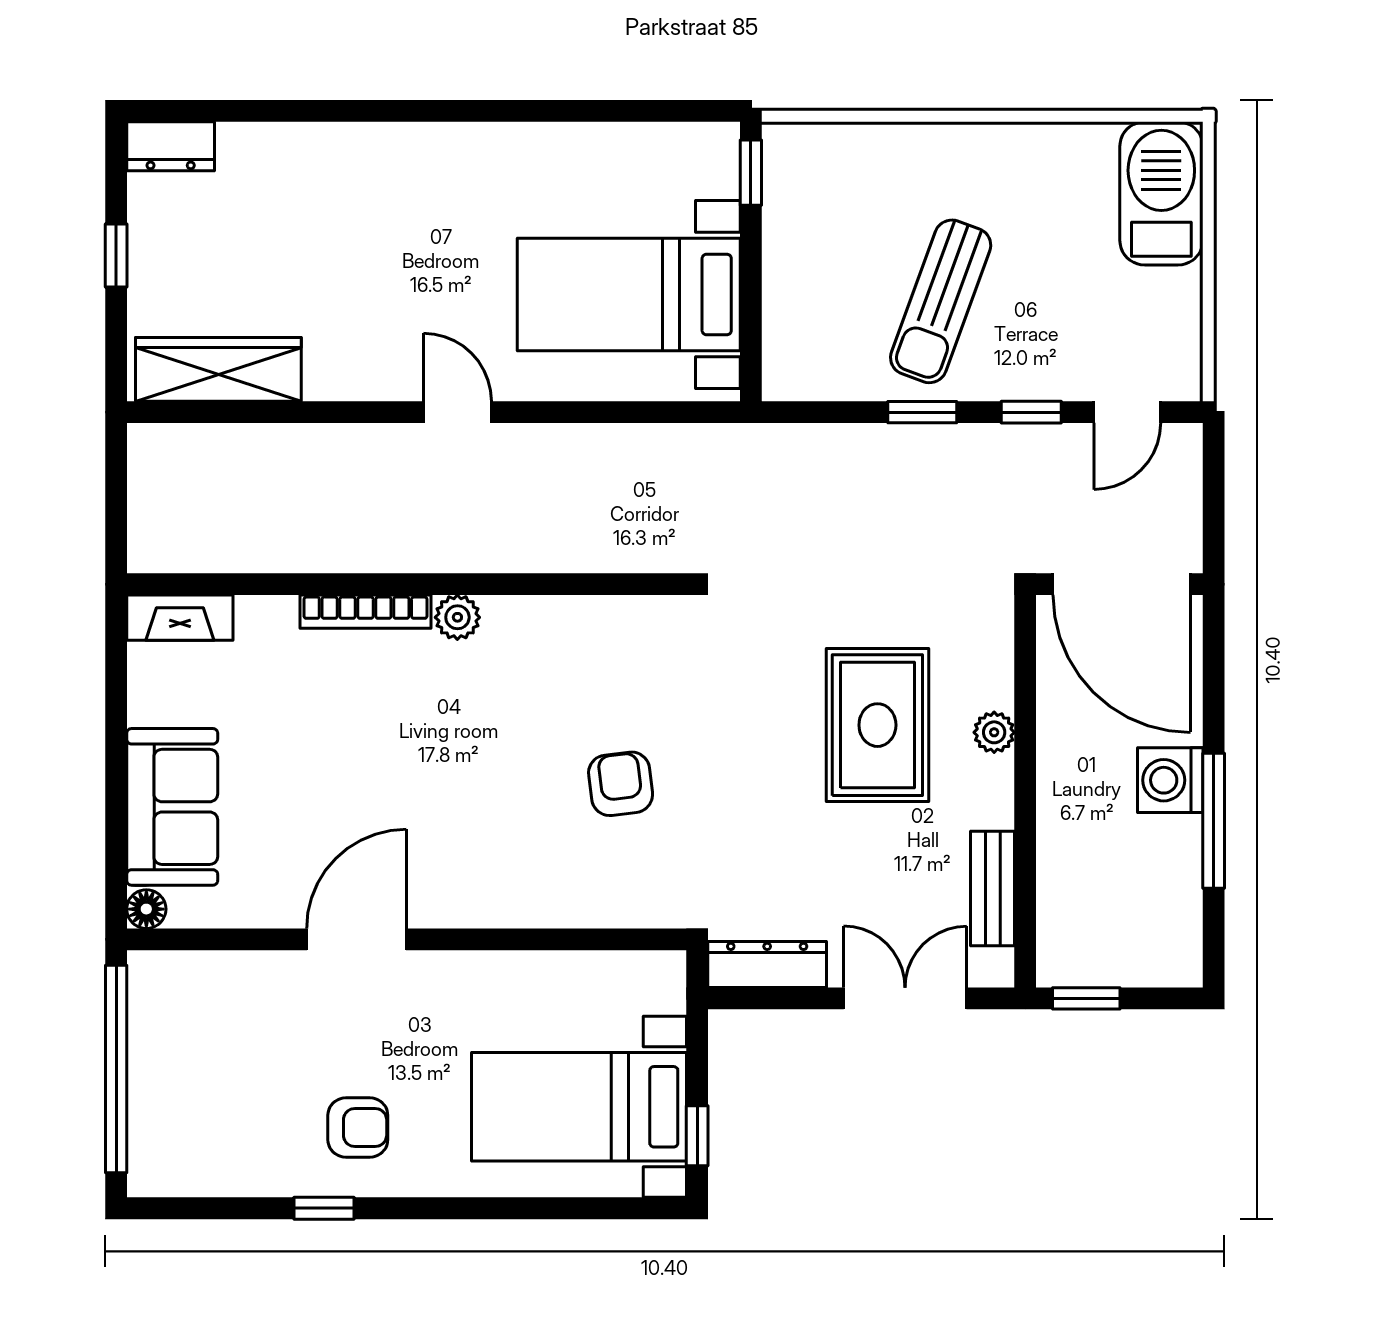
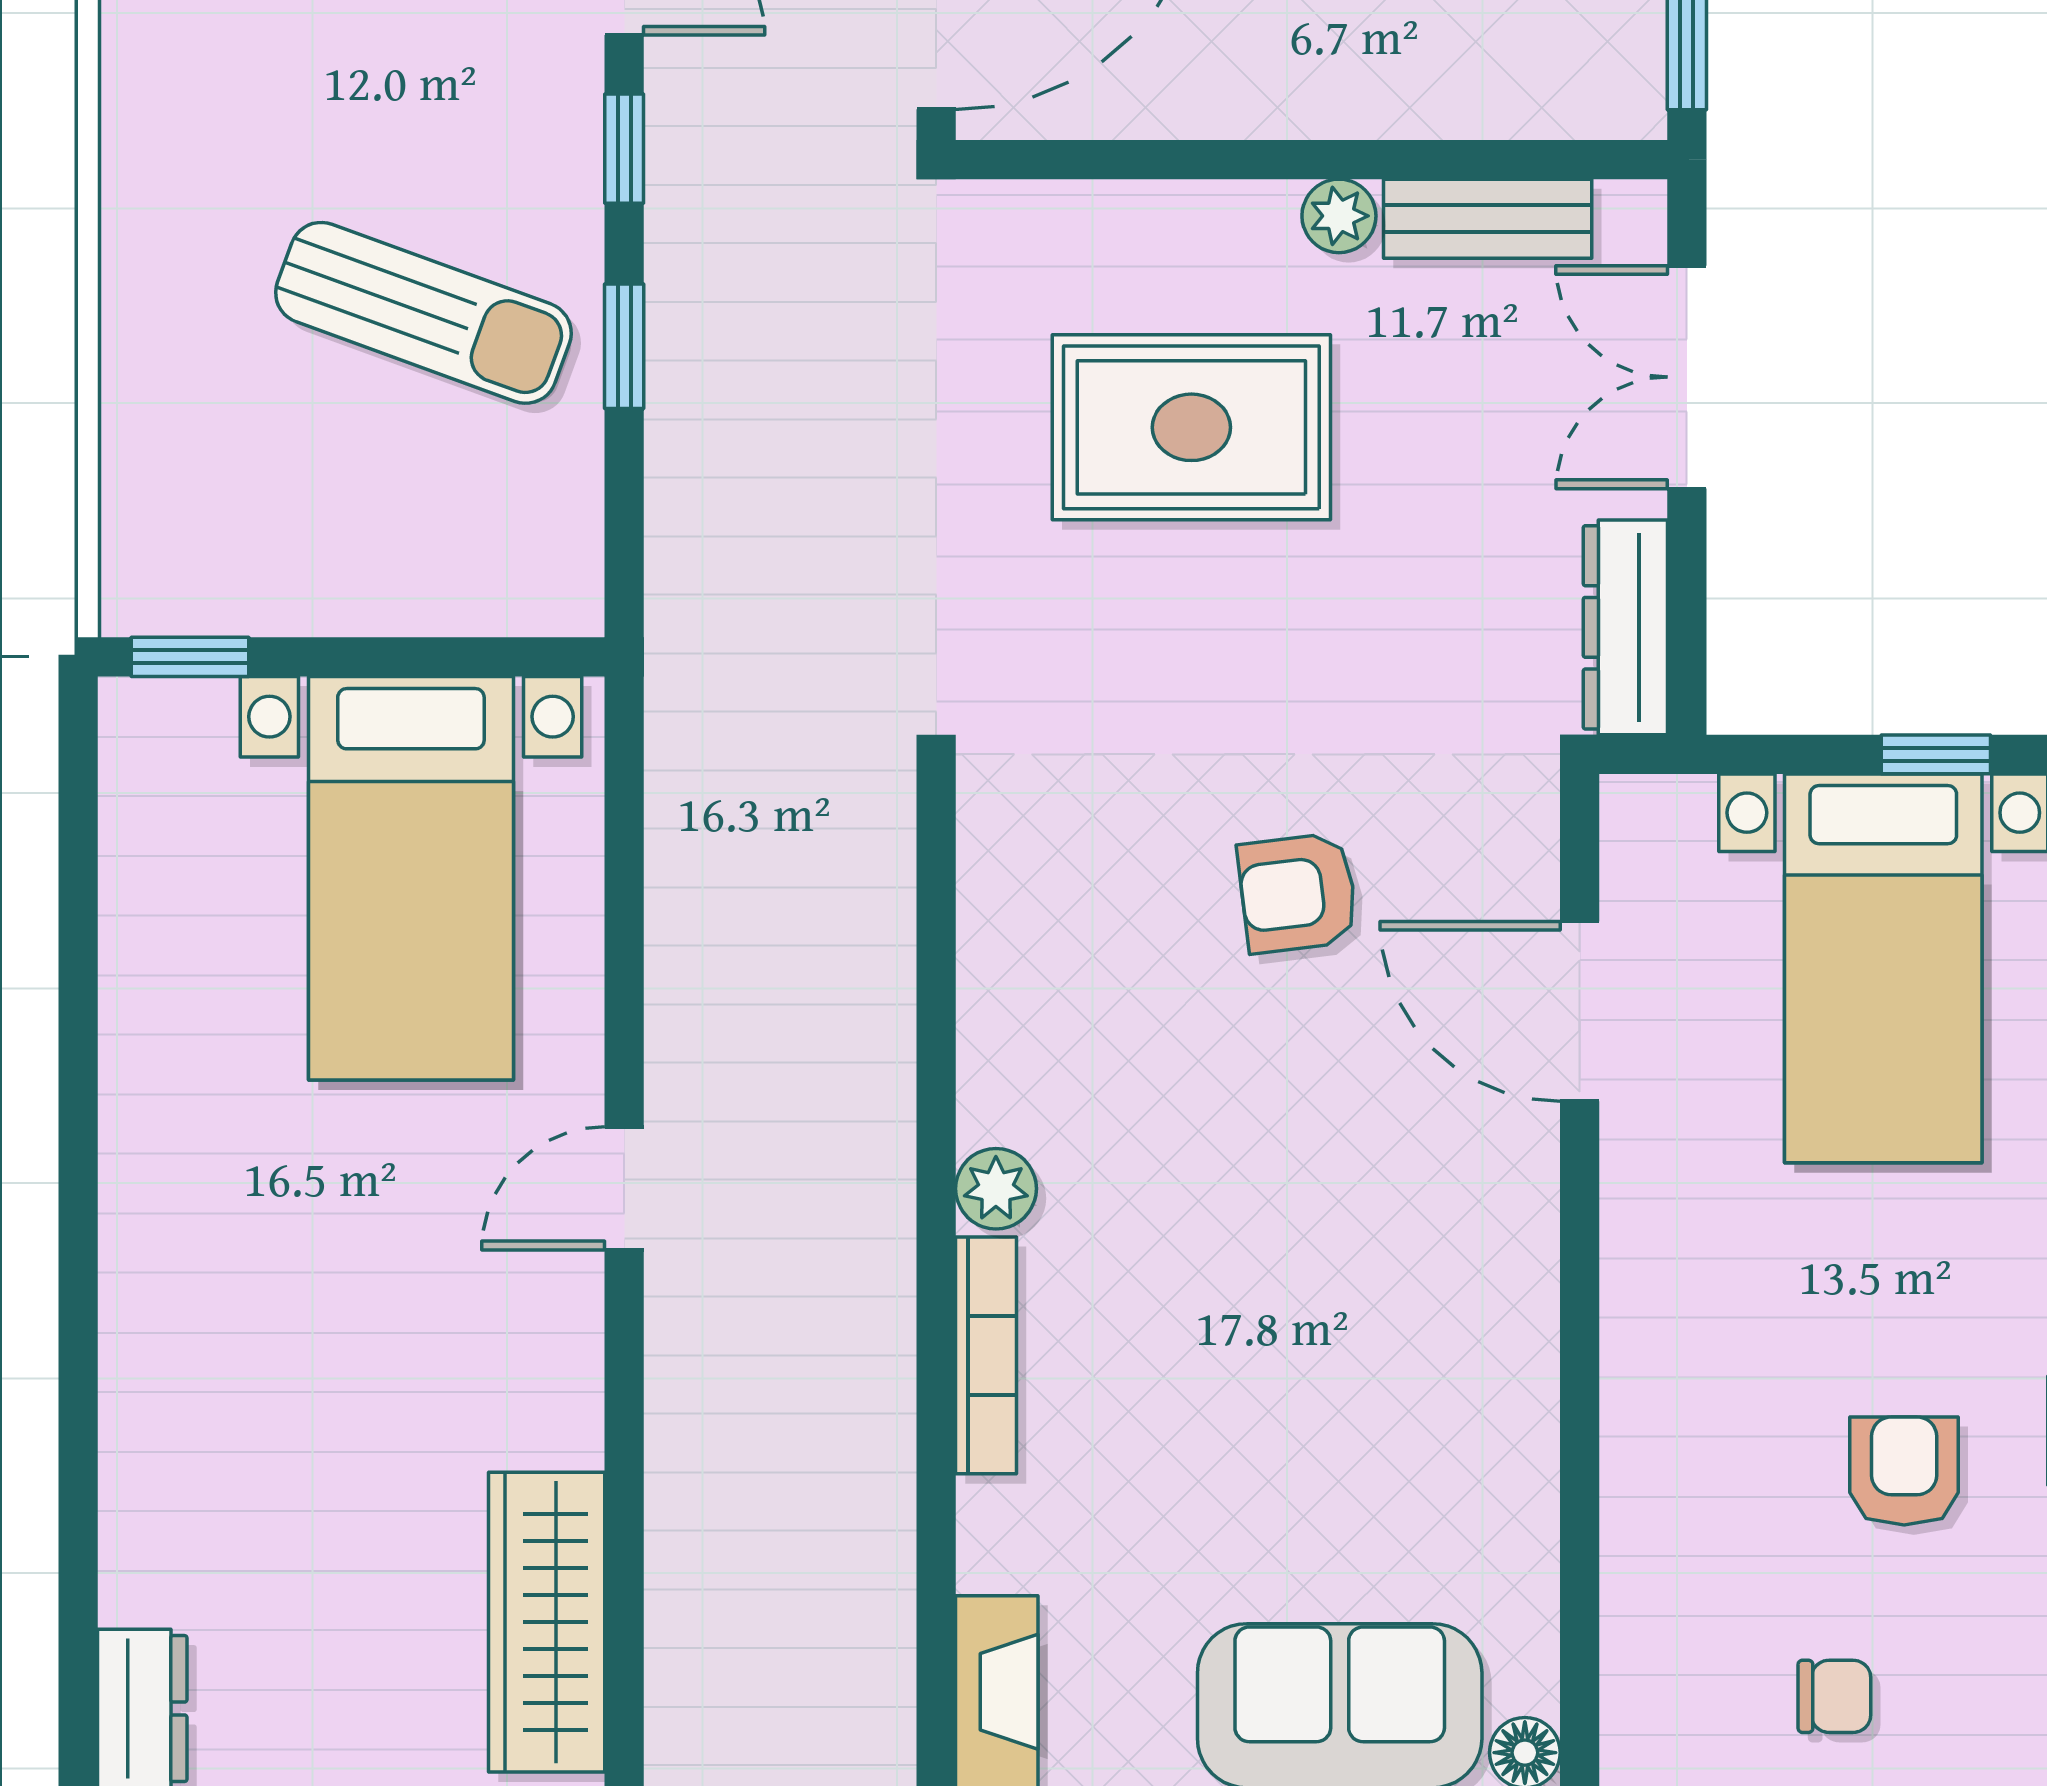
plant: (994, 732) -> (1339, 216), moved
door: (356, 939) -> (1580, 1011), moved
chair: (177, 1080) -> (1834, 1696), added
armchair: (358, 1128) -> (1904, 1471), moved

